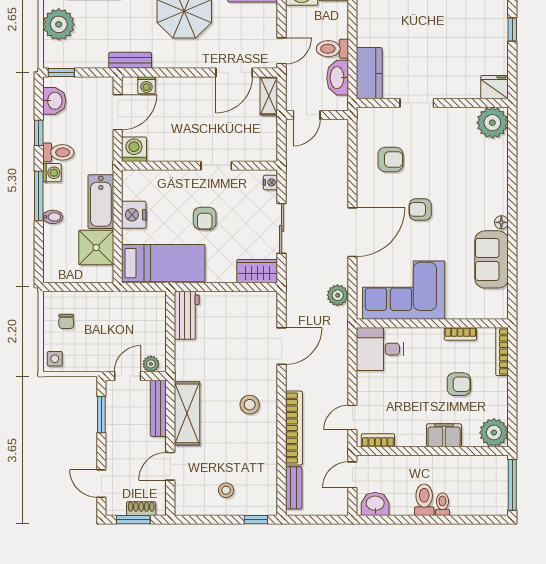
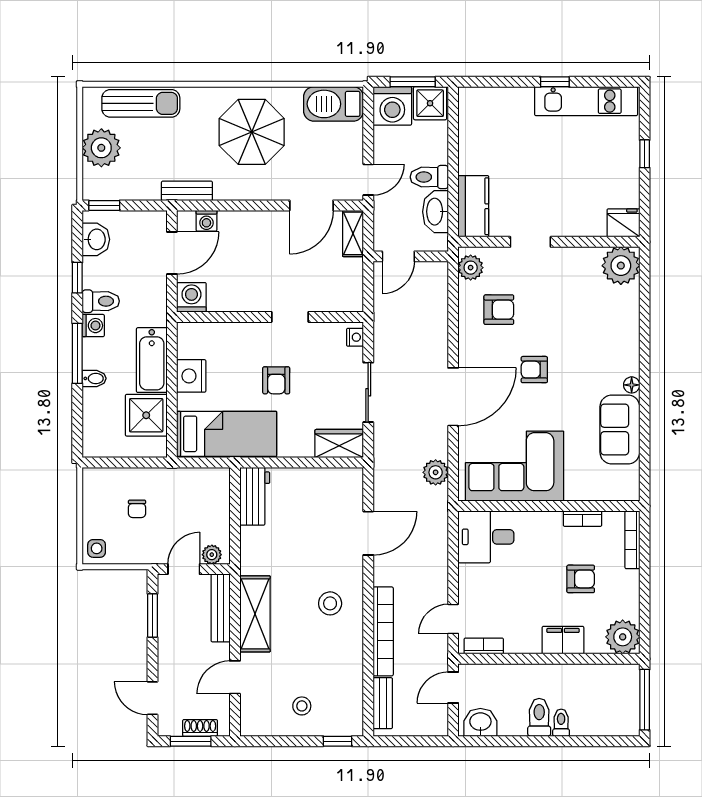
plant: (367, 124) -> (471, 268), added
chair: (66, 321) -> (137, 509), moved

